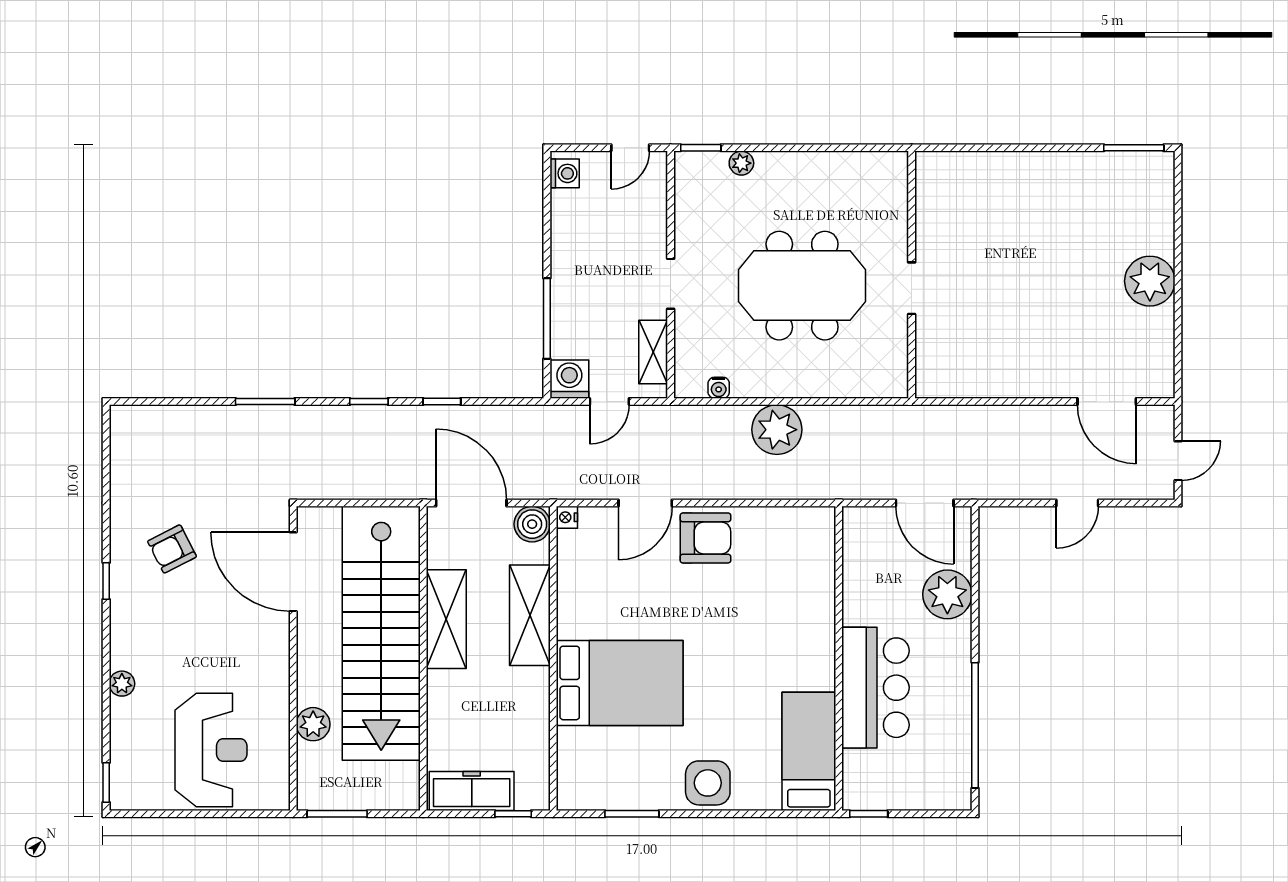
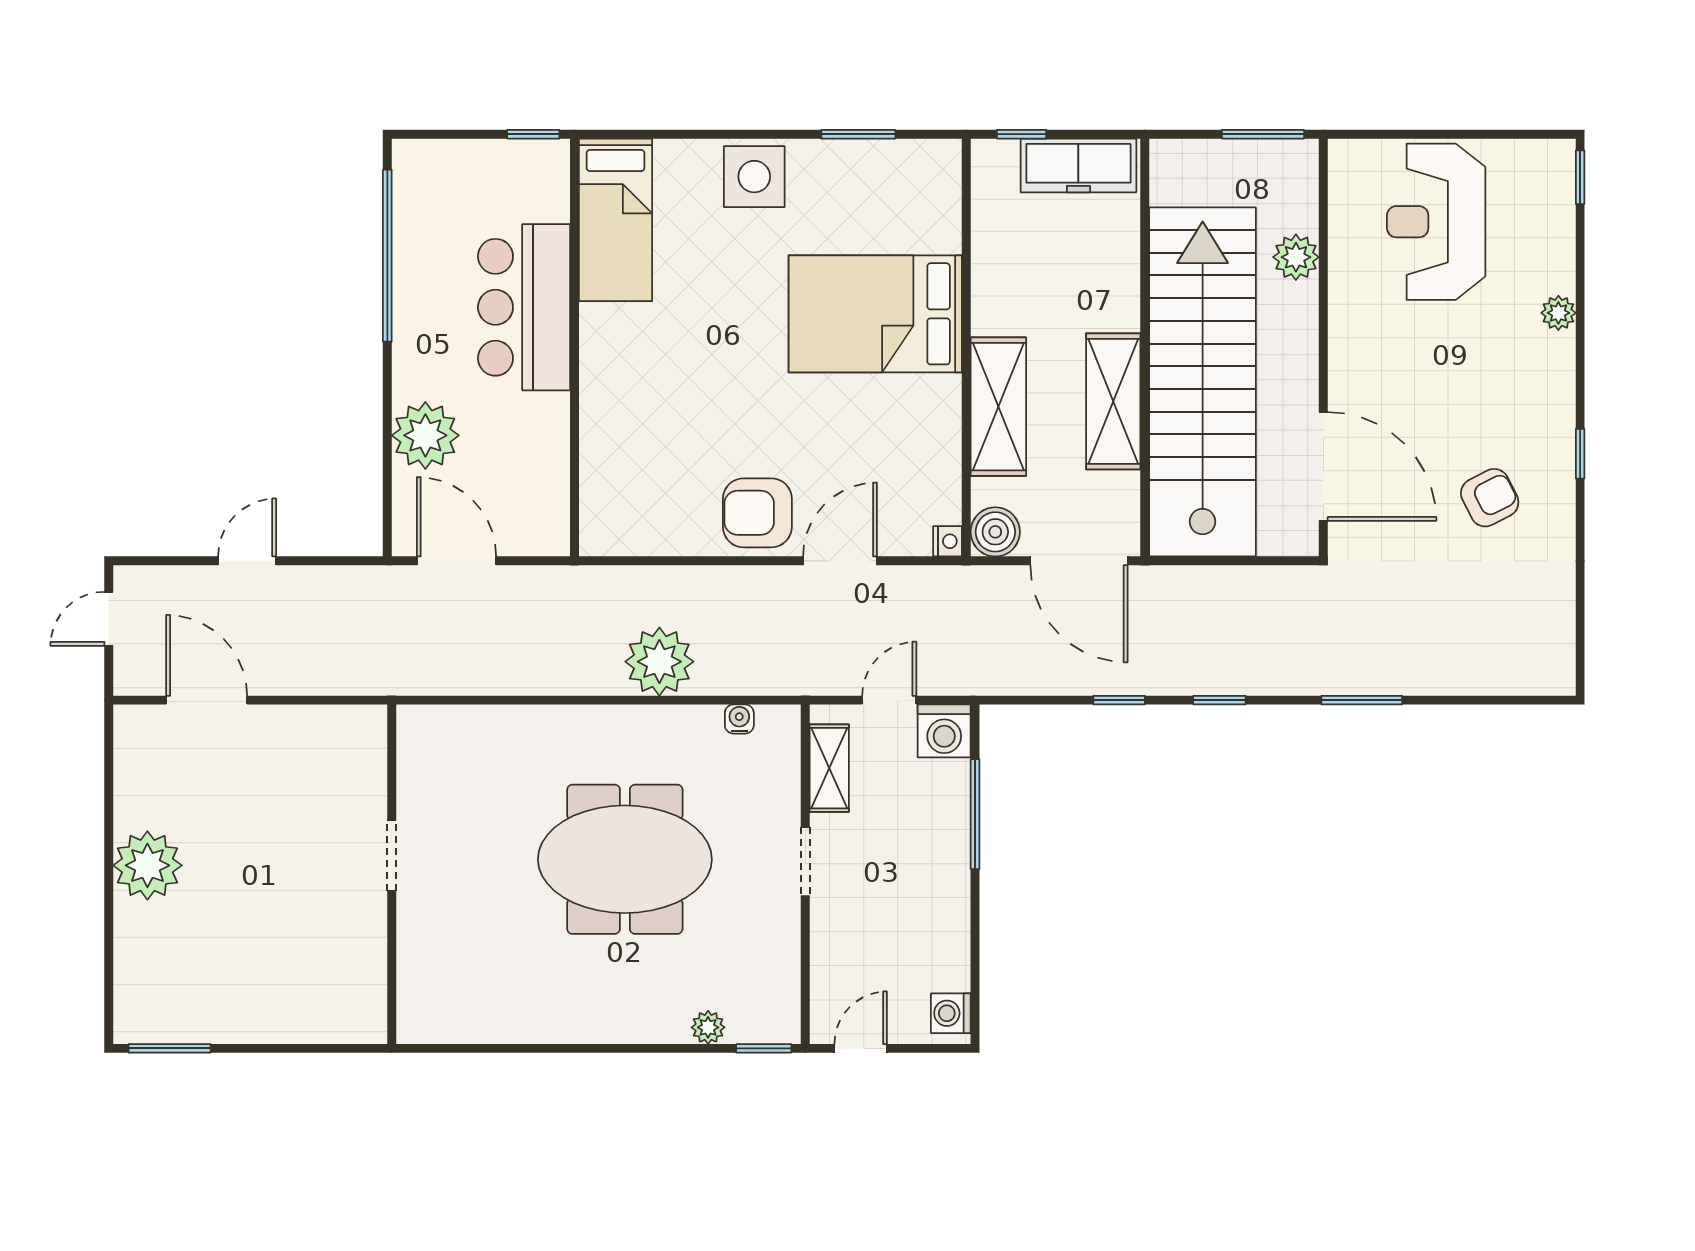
wall: (912, 275) -> (392, 874), moved
doorway: (912, 288) -> (392, 855), moved

